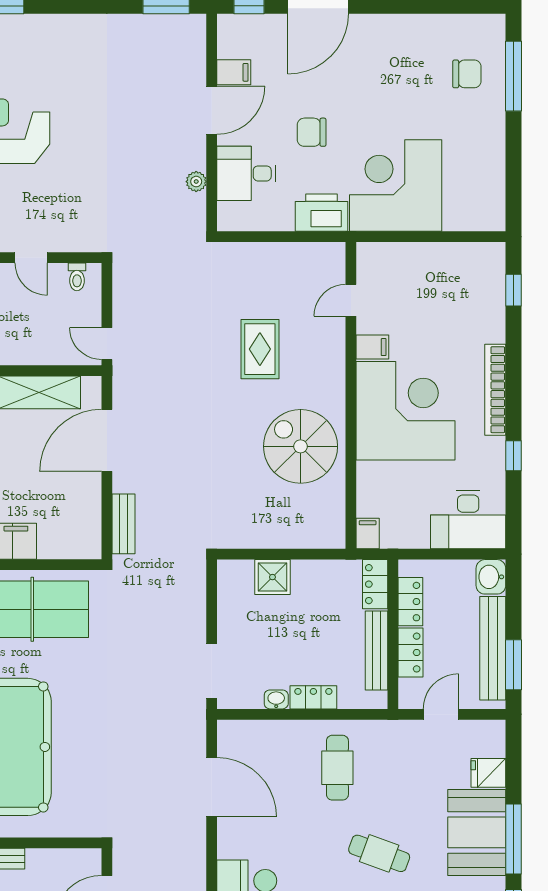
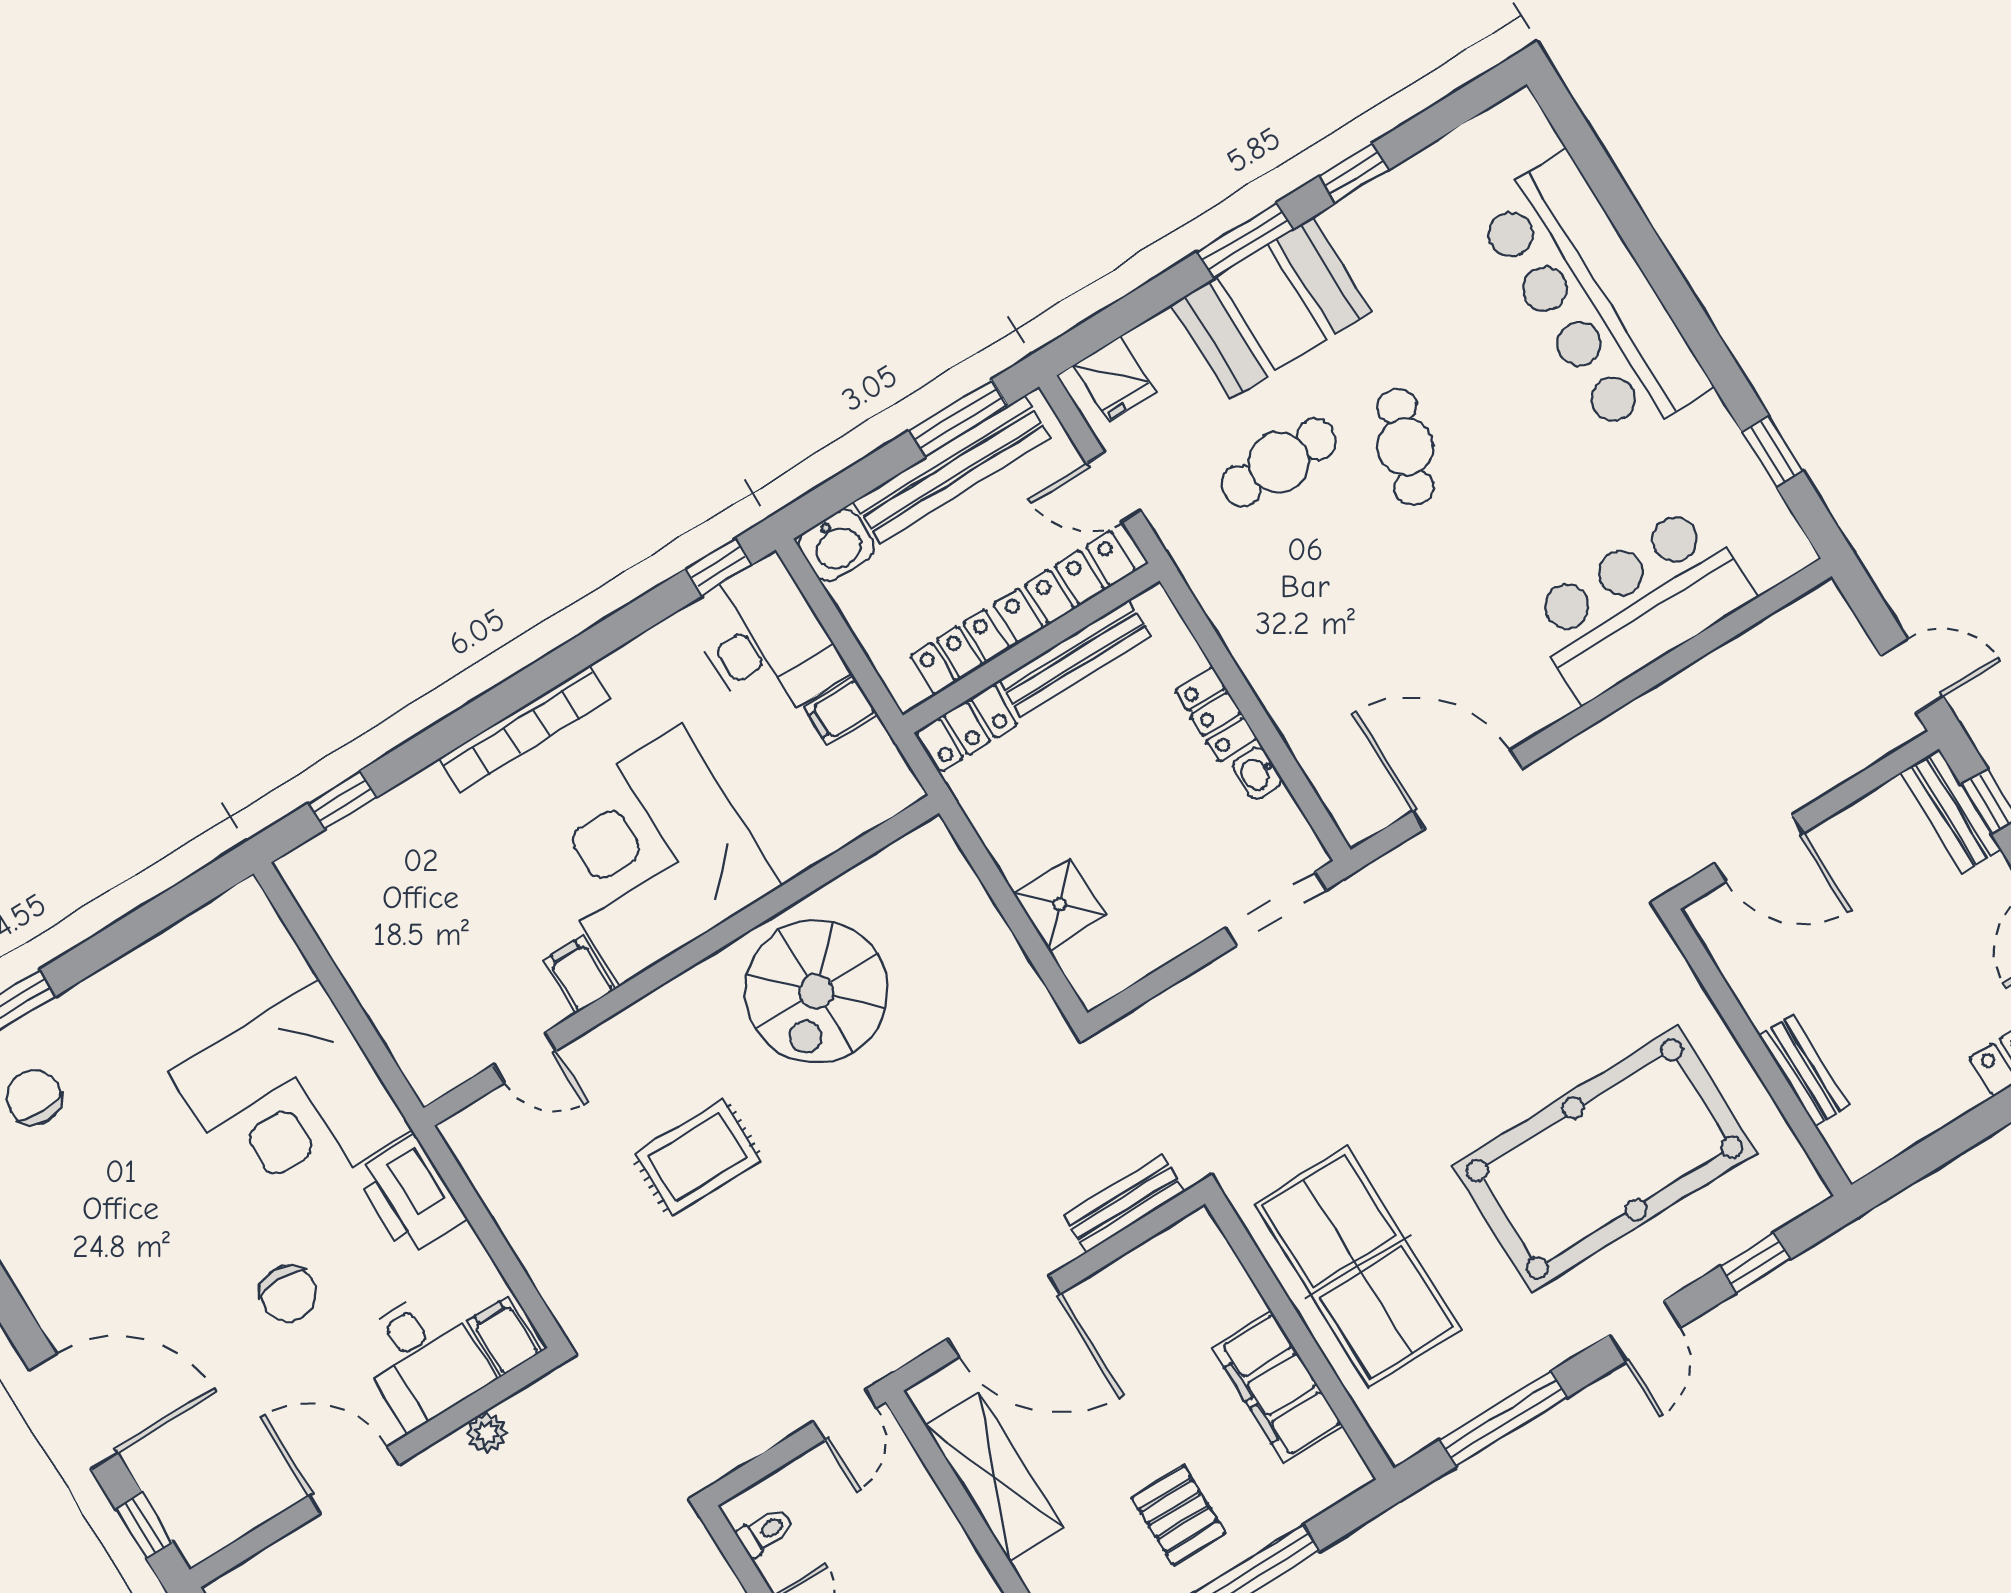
filing cabinet: (234, 72) -> (504, 1337), moved
window: (513, 456) -> (719, 567), moved
filing cabinet: (368, 534) -> (841, 711), moved
locker: (410, 653) -> (1064, 587), width x1.53
cafe table: (337, 768) -> (1279, 462), moved
fridge: (488, 773) -> (1114, 379), moved
door: (212, 787) -> (1467, 790), hinge flipped
window: (513, 839) -> (1245, 241), width x0.69

